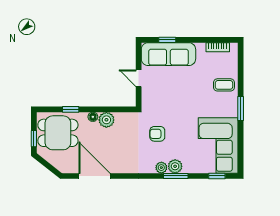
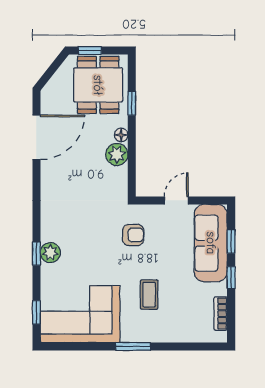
window: (193, 40) -> (231, 278), added
coffee table: (224, 85) -> (149, 295), moved
armchair: (157, 134) -> (133, 235), moved, turned 90
plant: (161, 168) -> (48, 233), removed
window: (176, 176) -> (36, 254), width x0.67

